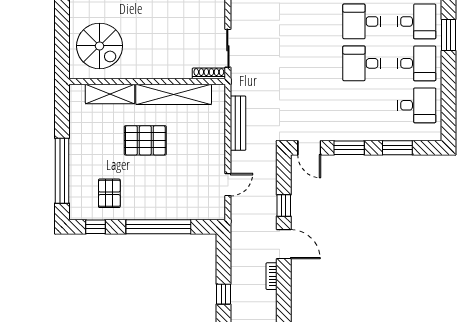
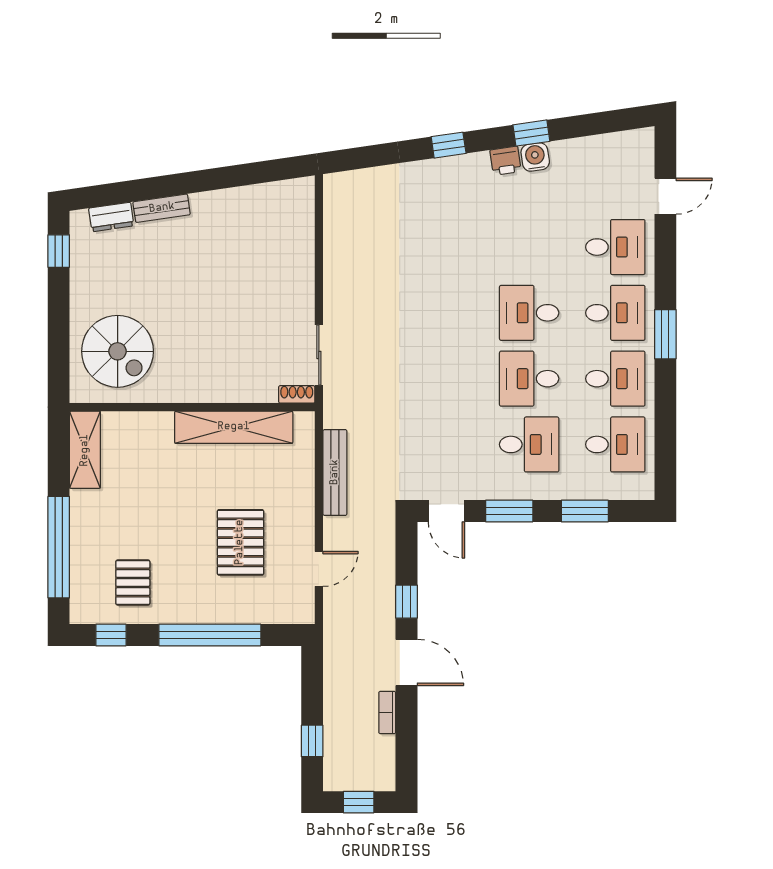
shoe rack: (209, 73) -> (297, 394), width x0.70
shelving: (110, 94) -> (85, 450), moved, turned 90
desk: (362, 105) -> (529, 444), added
pallet: (145, 140) -> (240, 542), moved, turned 90

